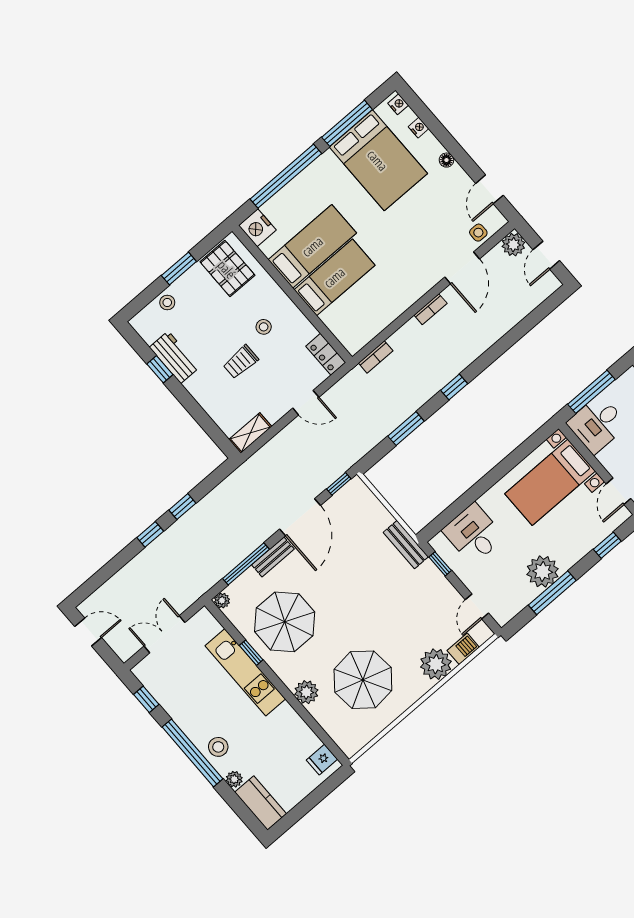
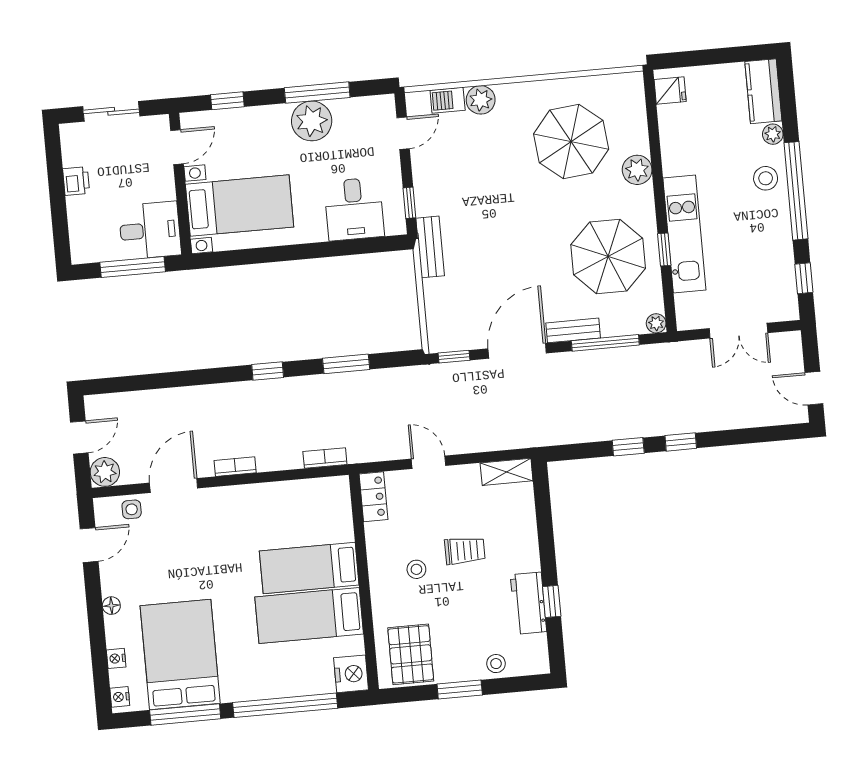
plant: (436, 664) -> (481, 100), width x0.73, depth x0.73

